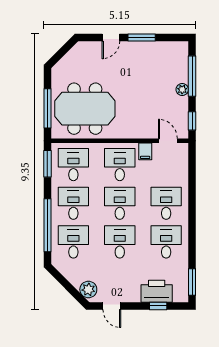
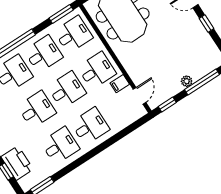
window: (142, 38) -> (207, 23), width x0.67

